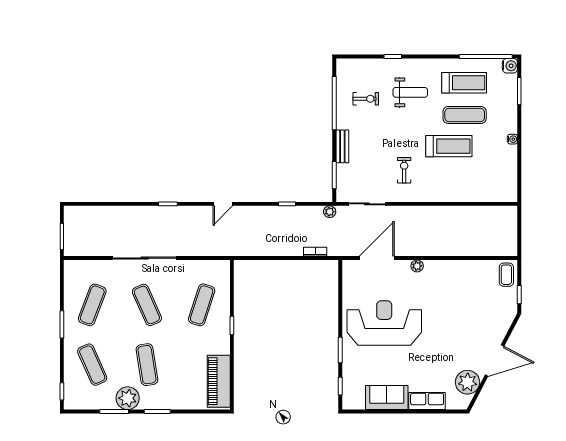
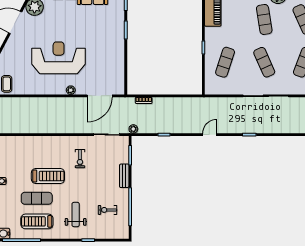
weight bench: (410, 92) -> (76, 214), turned 90
treadmill: (449, 146) -> (48, 176), turned 180
reception desk: (384, 323) -> (59, 58), moved, turned 180

